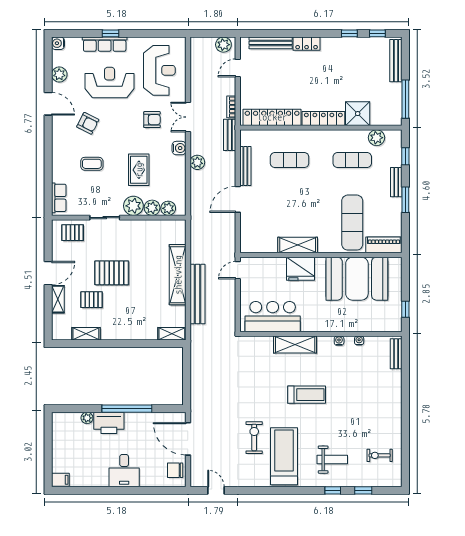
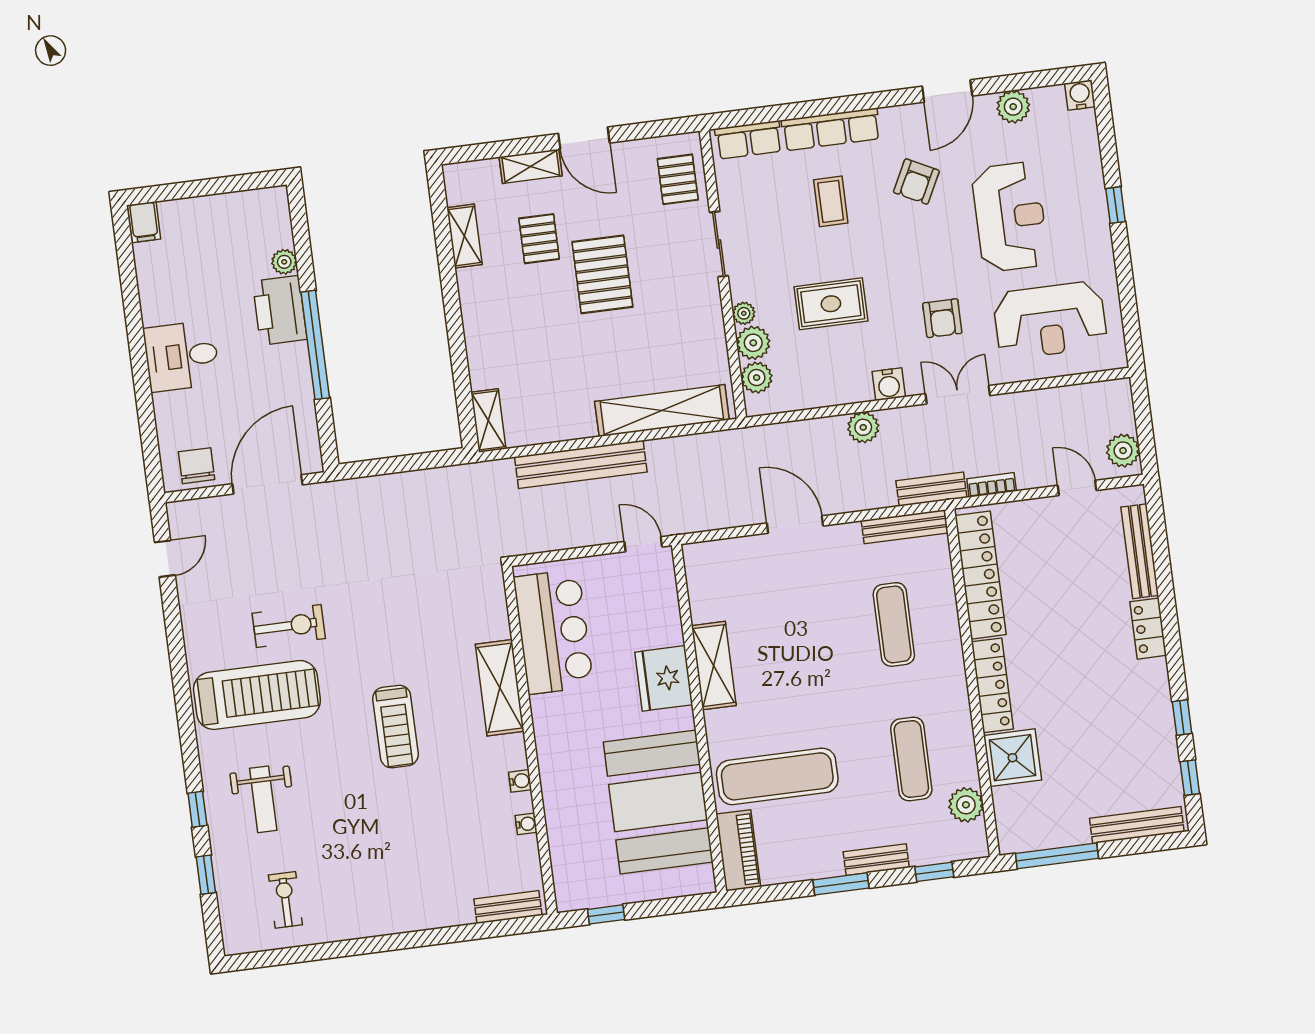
row of seats: (105, 44) -> (831, 129), moved, turned -90
bench: (245, 166) -> (905, 527), moved
plant: (133, 206) -> (744, 313), width x0.53, depth x0.53
shelving: (178, 275) -> (662, 411), moved

